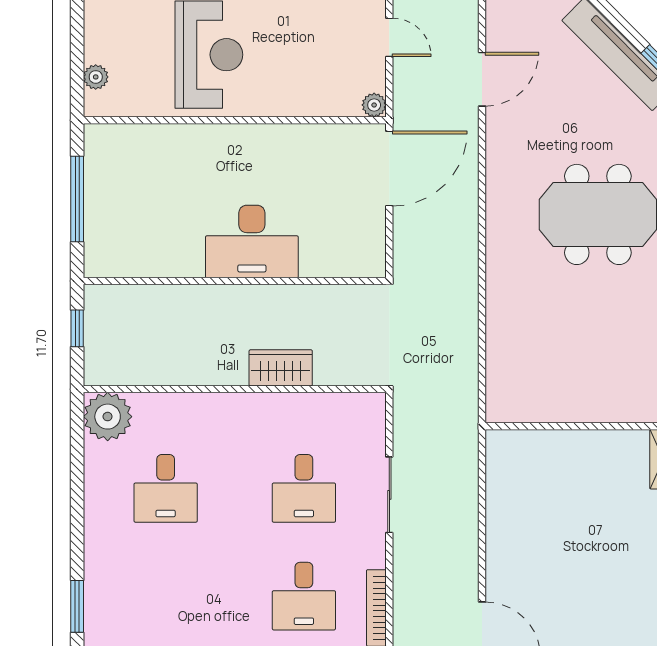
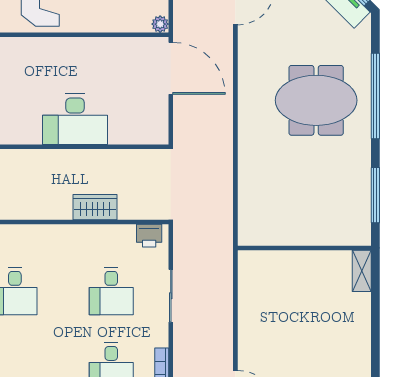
door: (389, 169) -> (171, 68), hinge flipped
printer: (358, 409) -> (149, 236), added

